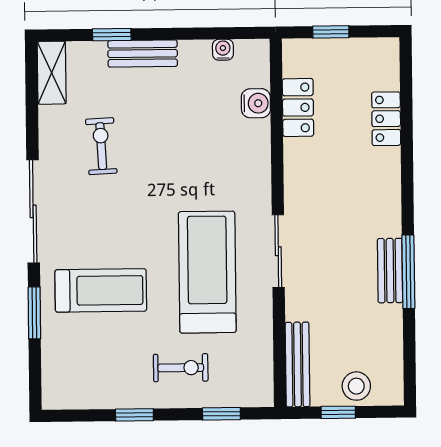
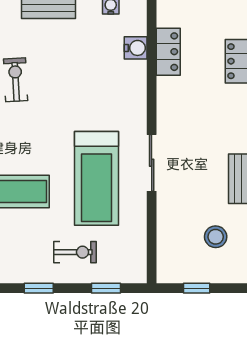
treadmill: (207, 272) -> (96, 178), turned 180
bench: (298, 364) -> (165, 251), removed
stool: (356, 386) -> (216, 237), moved

